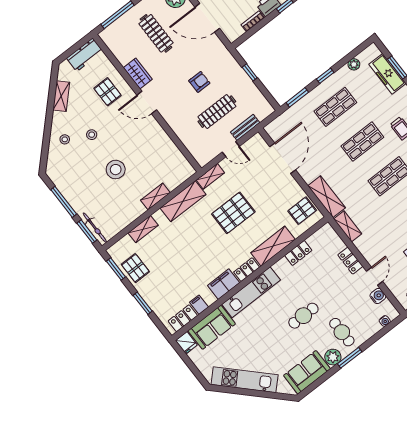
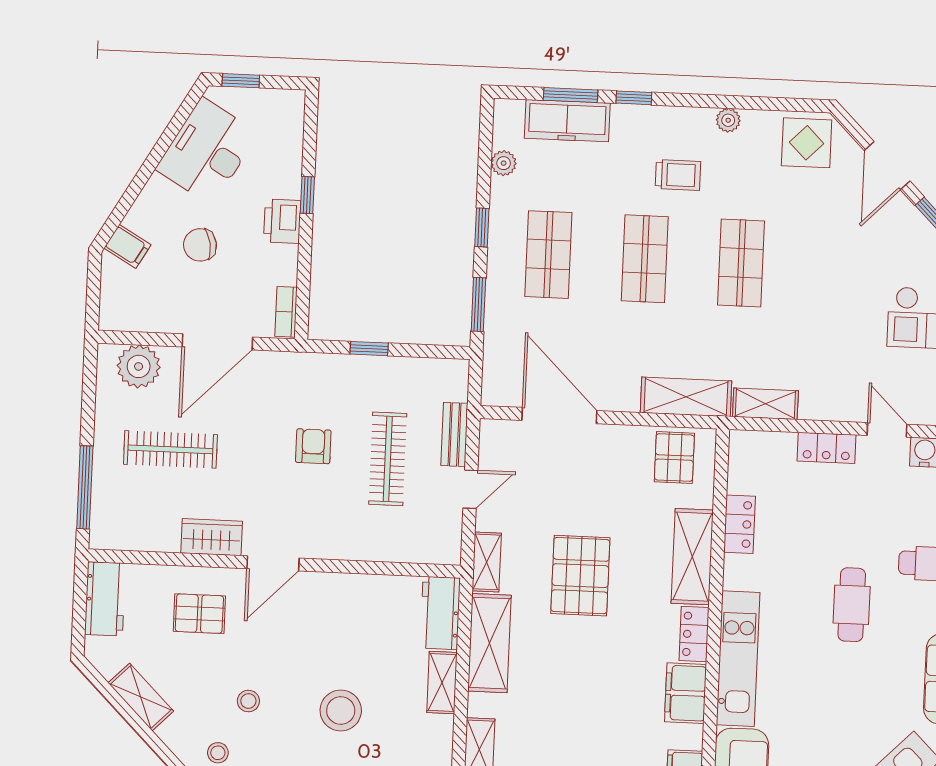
bookcase: (253, 21) -> (286, 312), moved
workbench: (179, 175) -> (440, 613), added

